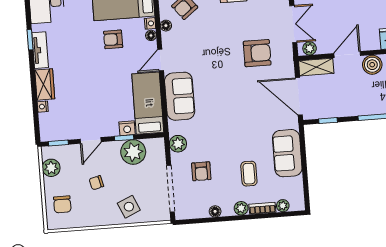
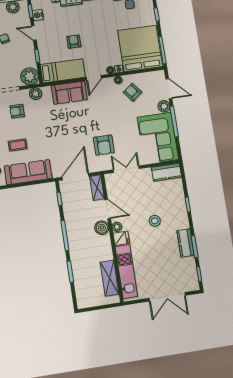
double door: (293, 24) -> (126, 169), swing flipped
armchair: (113, 39) -> (74, 42), moved
plant: (310, 48) -> (117, 227), moved
door: (161, 60) -> (94, 78), swing flipped
nightstand: (127, 128) -> (38, 15), moved
plant: (133, 152) -> (30, 76), moved
sofa: (287, 153) -> (28, 172), width x1.36

